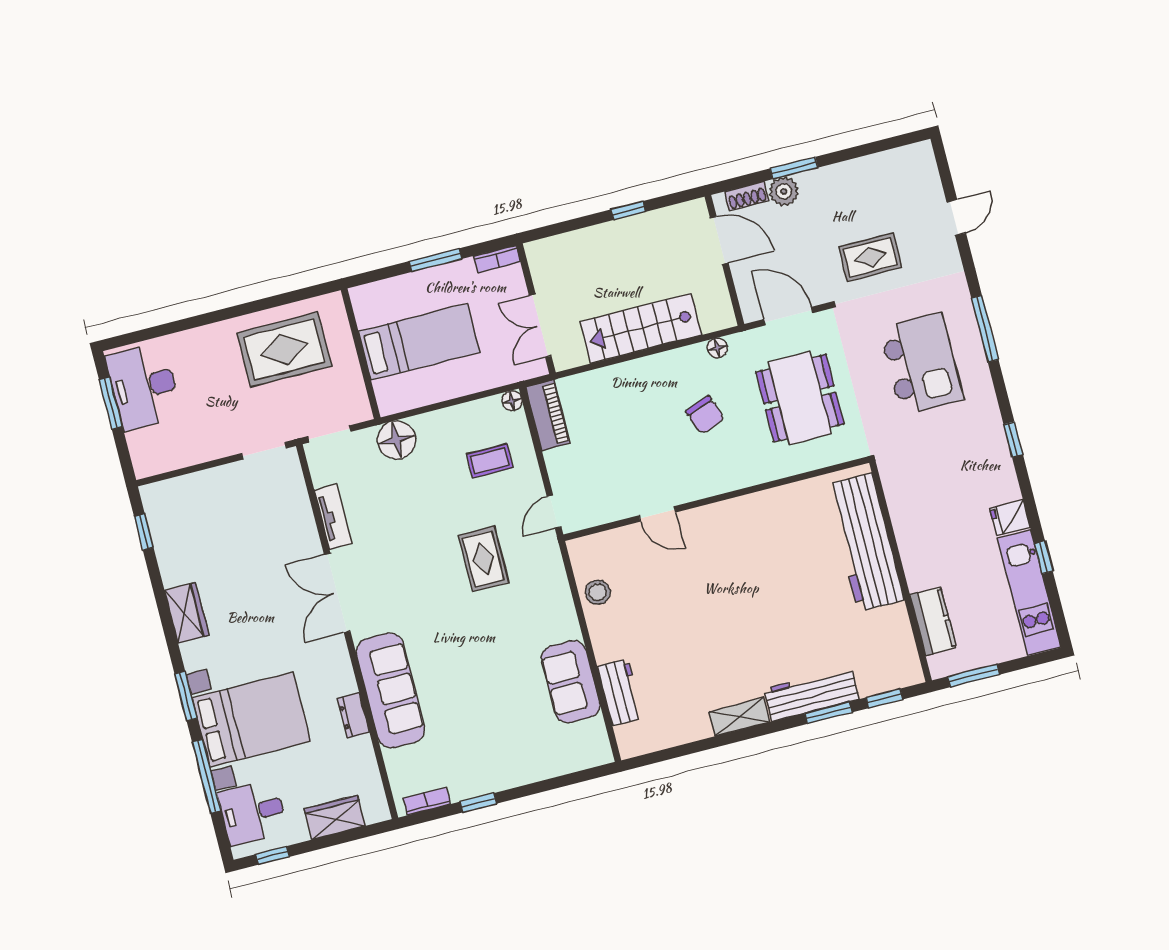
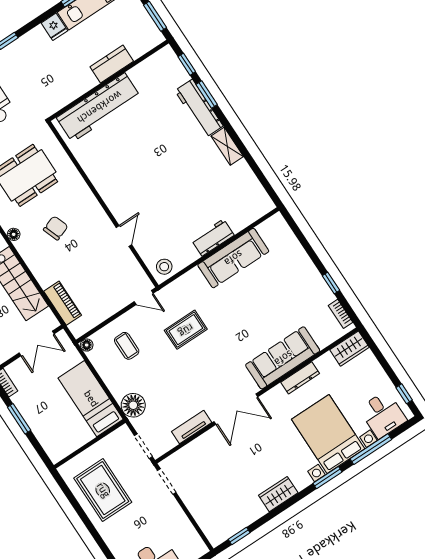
bed: (419, 342) -> (91, 399), moved
piano: (548, 415) -> (63, 303), moved, turned 90
stool: (598, 592) -> (164, 267), moved
kitchen counter: (933, 621) -> (112, 64), moved
sofa: (571, 682) -> (233, 258), width x1.36
workbench: (620, 692) -> (213, 238), moved
dresser: (353, 715) -> (300, 378), width x1.44
wardrobe: (335, 817) -> (350, 349), moved, turned -90

